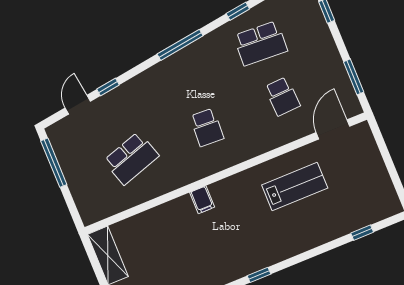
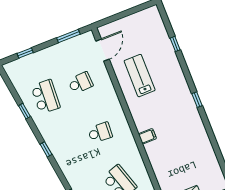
window: (180, 45) -> (46, 149), width x0.46
door: (333, 129) -> (103, 50), swing flipped
window: (362, 233) -> (175, 44), moved

